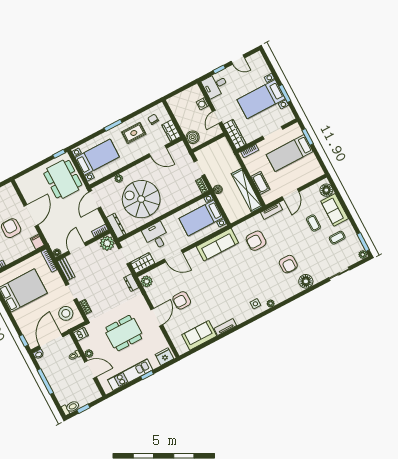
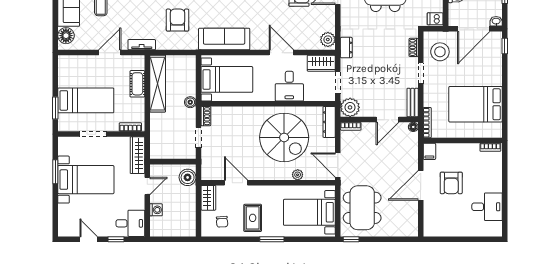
rug: (134, 133) -> (253, 218), turned 90
door: (95, 200) -> (338, 165), swing flipped
armchair: (256, 241) -> (177, 20), turned -90

